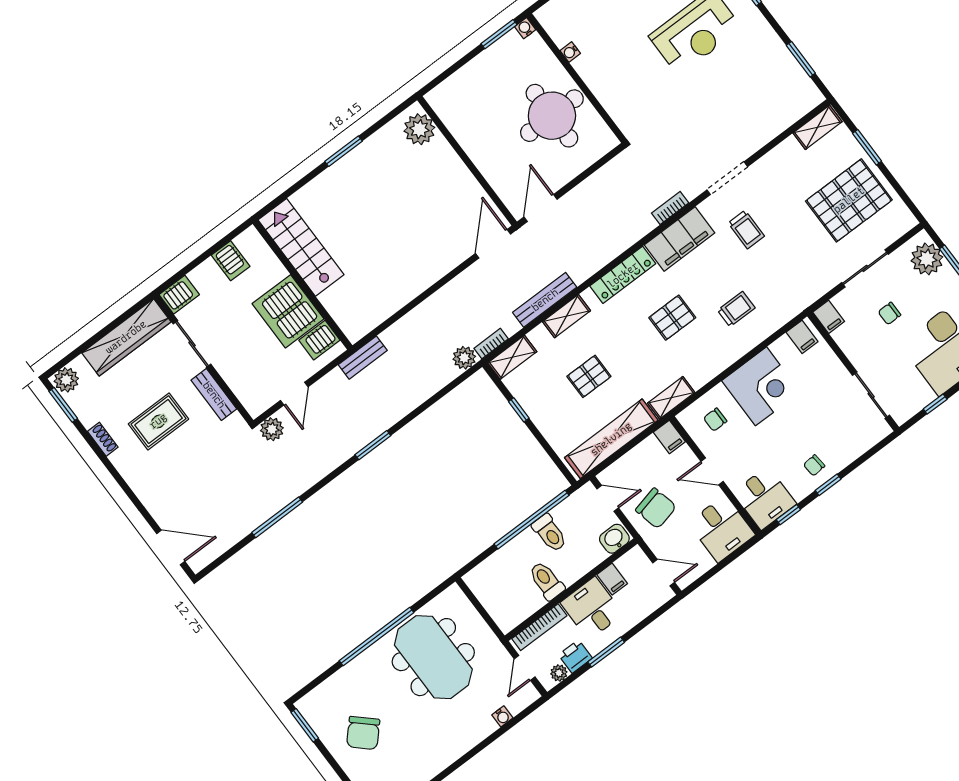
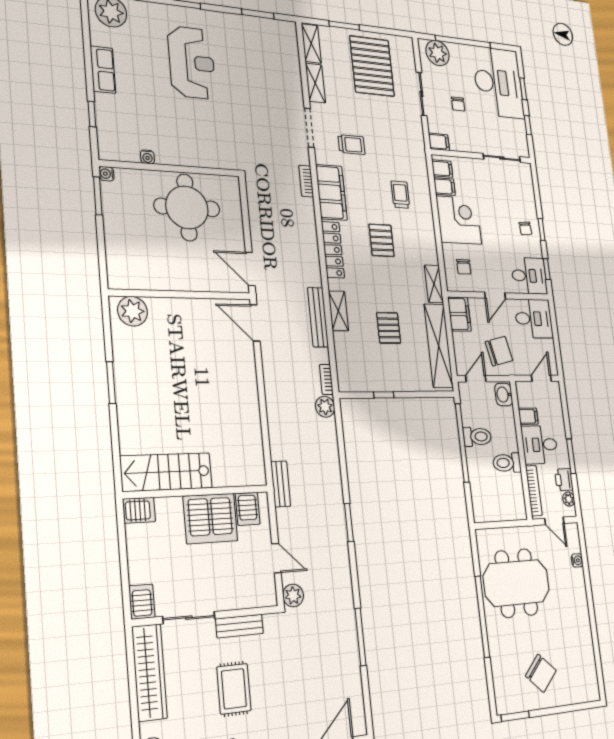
server rack: (231, 261) -> (139, 510), moved
filing cabinet: (785, 350) -> (444, 187), added
shelving: (512, 357) -> (315, 83), moved
filing cabinet: (669, 437) -> (459, 314), width x2.00

